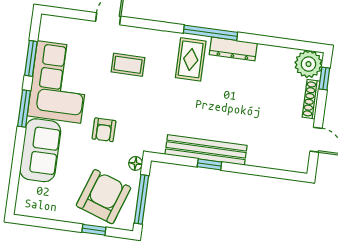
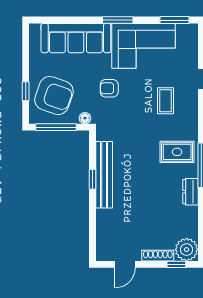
dresser: (233, 49) -> (190, 192), width x0.70
window: (31, 58) -> (175, 20), moved
sofa: (40, 150) -> (76, 38), width x1.36

